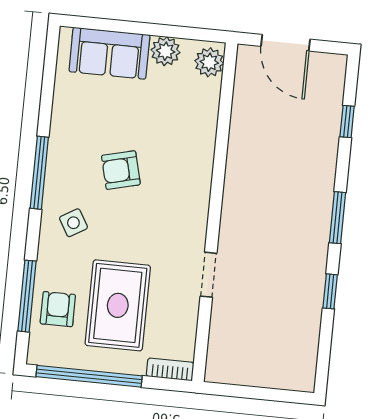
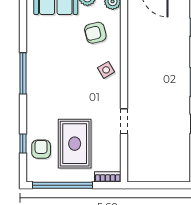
armchair: (121, 170) -> (95, 33), moved
side table: (73, 223) -> (106, 70), moved
window: (27, 296) -> (23, 143), width x0.46

